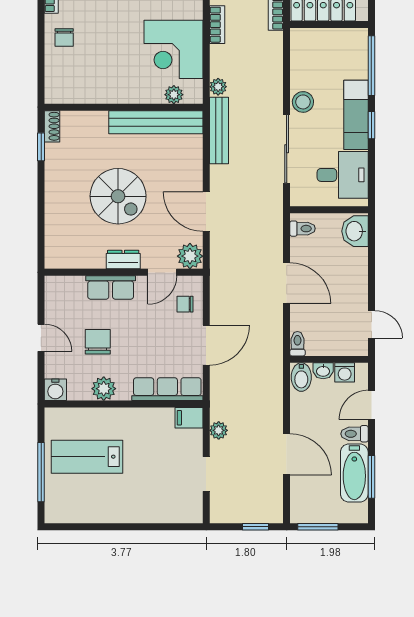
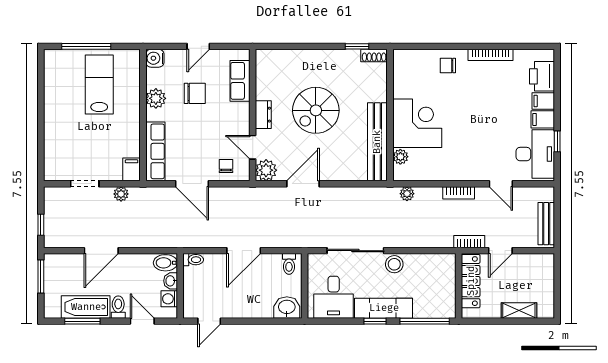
corner desk: (174, 49) -> (417, 123), moved, turned 90
bench: (219, 130) -> (371, 194), removed
row of seats: (111, 287) -> (240, 81), moved

